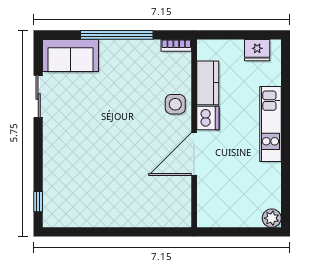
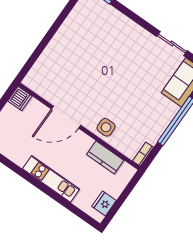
dishwasher: (208, 118) -> (20, 98), moved, turned -90
door: (194, 154) -> (66, 117), swing flipped

